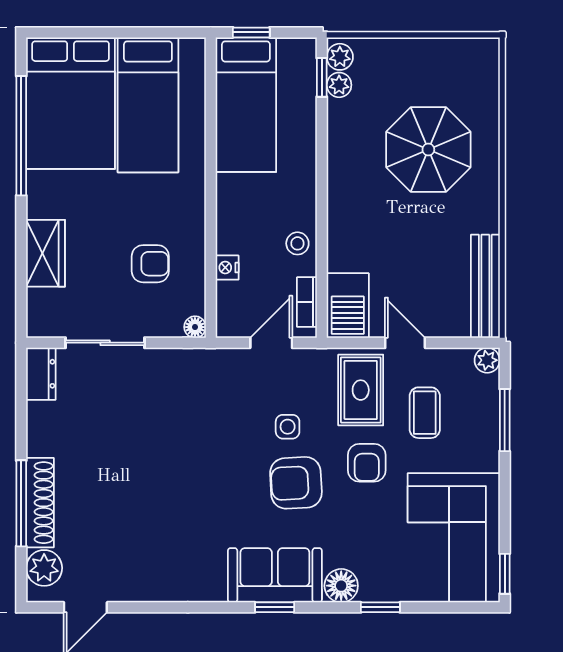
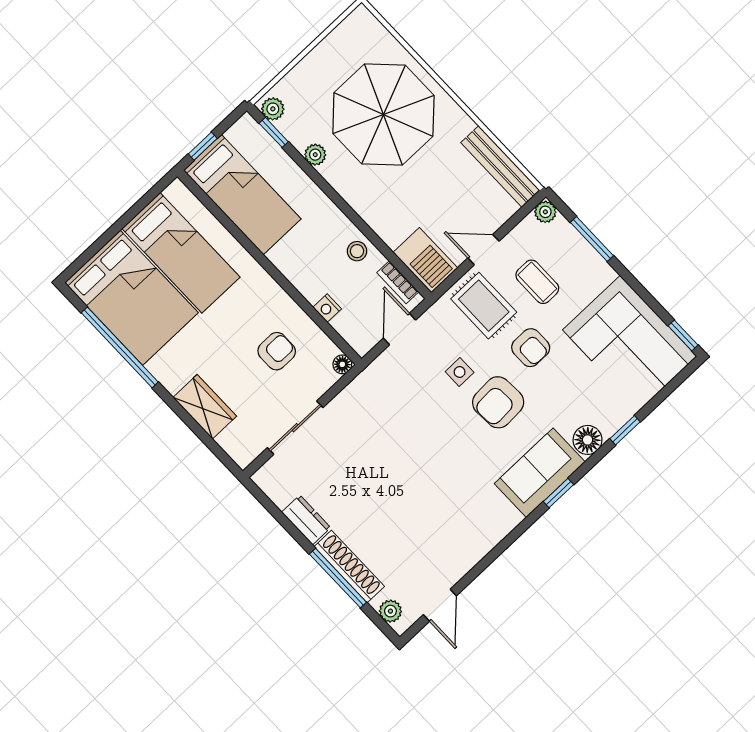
plant: (339, 85) -> (315, 155), moved
parasol: (428, 150) -> (383, 114), width x1.36, depth x1.36
dresser: (41, 374) -> (306, 520), moved
plant: (44, 568) -> (390, 611), width x0.73, depth x0.73

